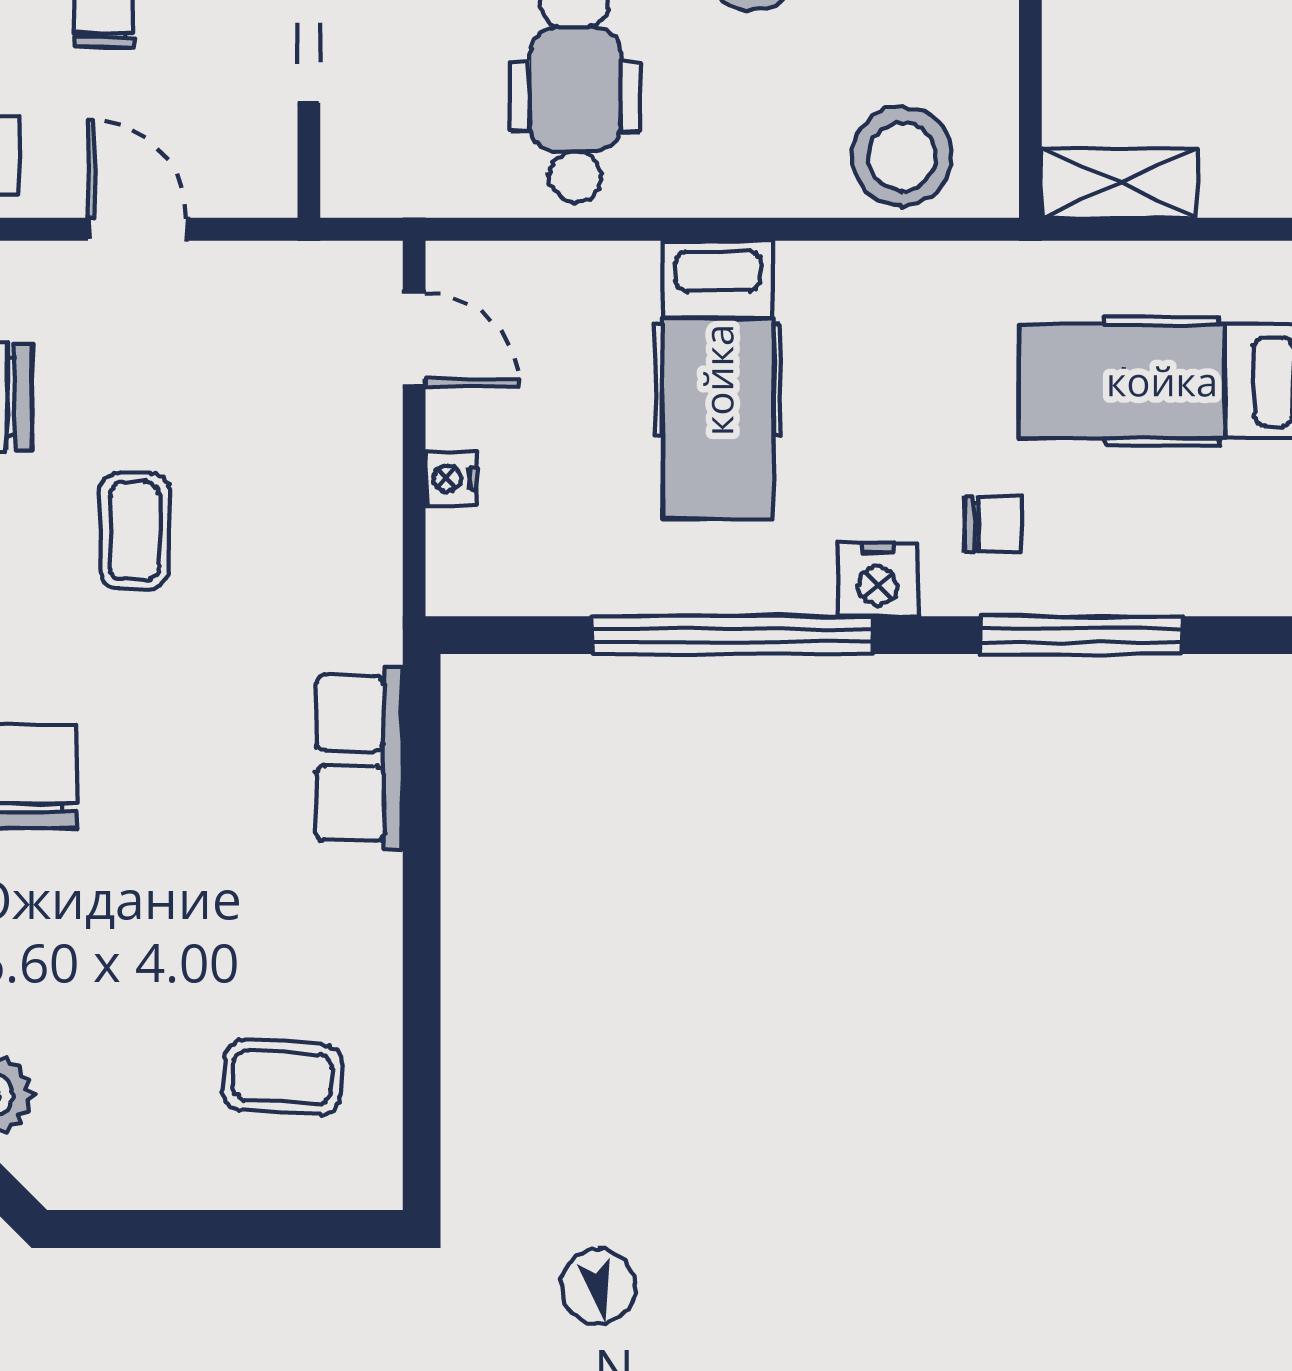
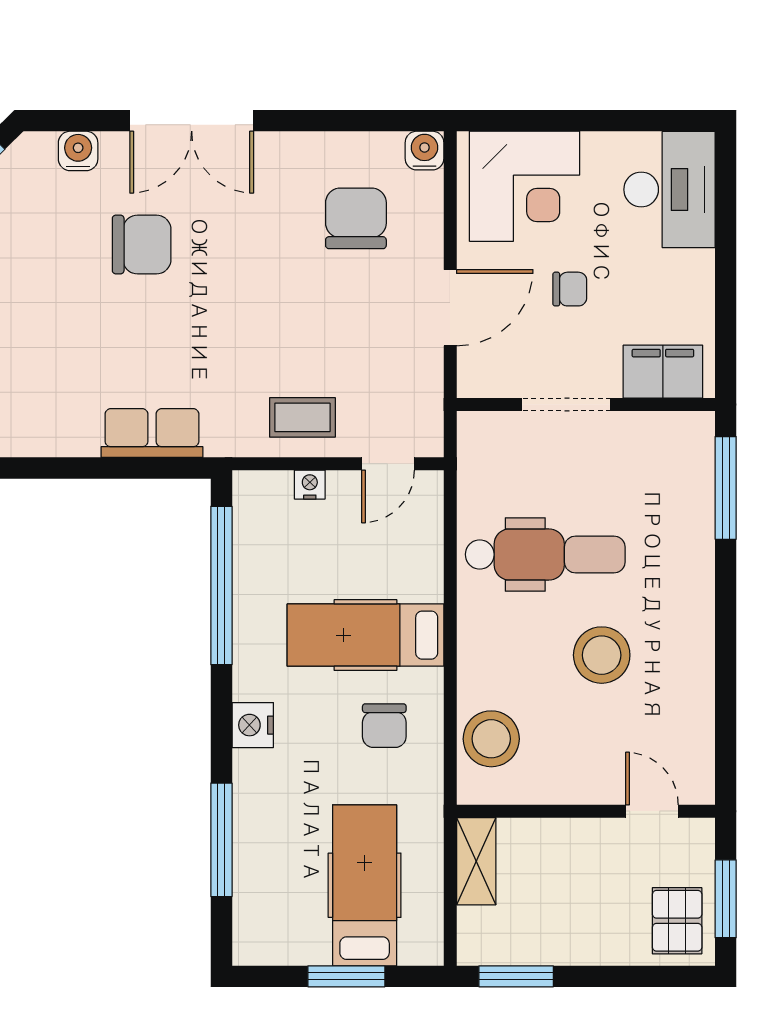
door: (137, 229) -> (450, 308), width x1.38
chair: (993, 524) -> (384, 726), moved, width x1.37, depth x1.37
coffee table: (135, 531) -> (302, 417), moved
window: (733, 635) -> (221, 585), moved

